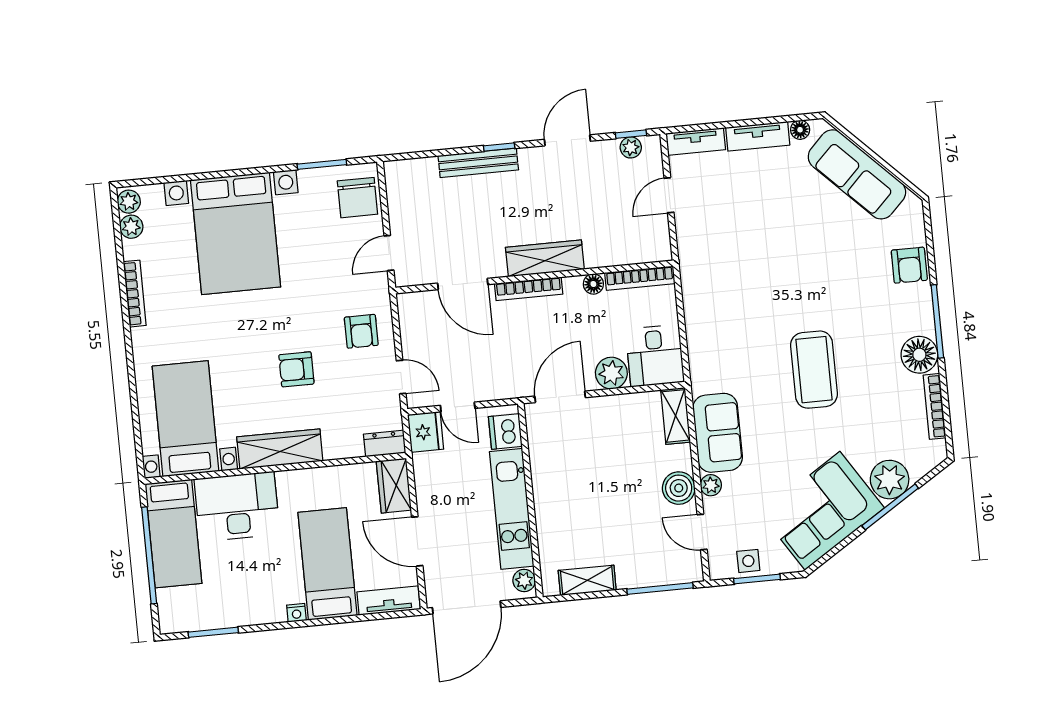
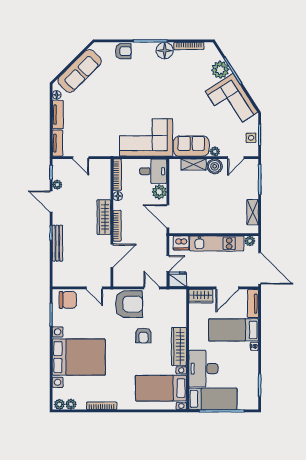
plant: (631, 147) -> (57, 185), moved
armchair: (361, 331) -> (129, 304), width x1.88, depth x1.88
corner sofa: (727, 333) -> (146, 138), added
coffee table: (814, 370) -> (167, 99), removed
door: (401, 377) -> (152, 288), hinge flipped
shelving: (676, 416) -> (194, 165), moved
dresser: (385, 443) -> (181, 298), removed

